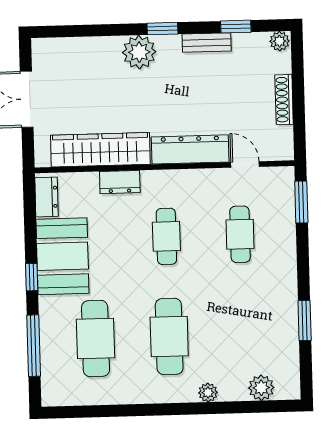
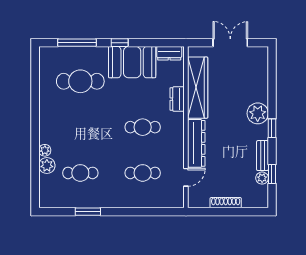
plant: (280, 41) -> (262, 178), moved
window: (301, 202) -> (162, 212), removed
cafe table: (169, 336) -> (80, 173), moved, width x0.73, depth x0.74
plant: (261, 388) -> (47, 166), moved

